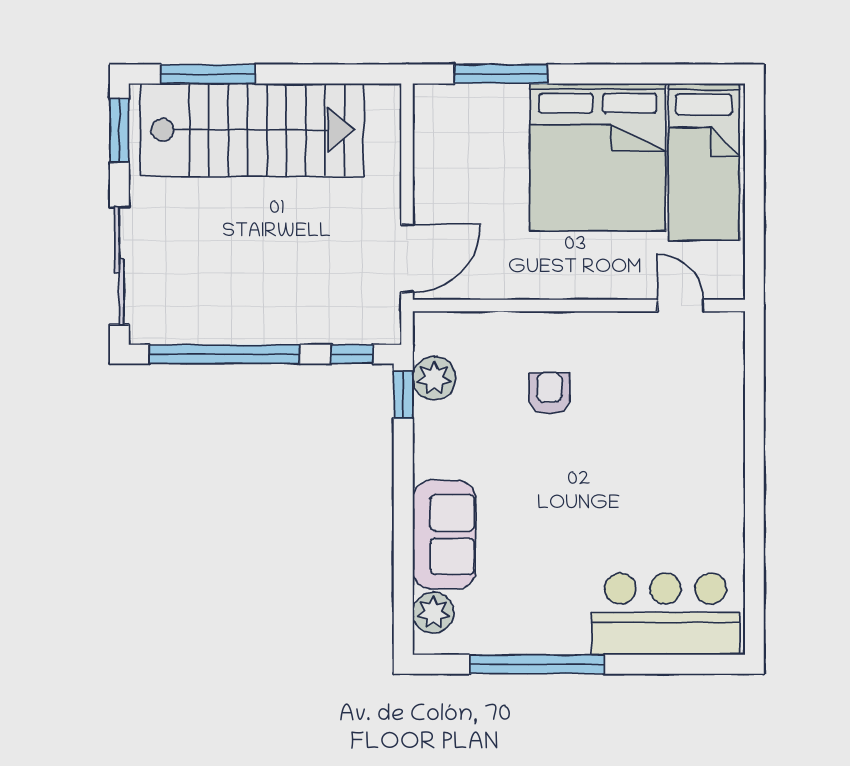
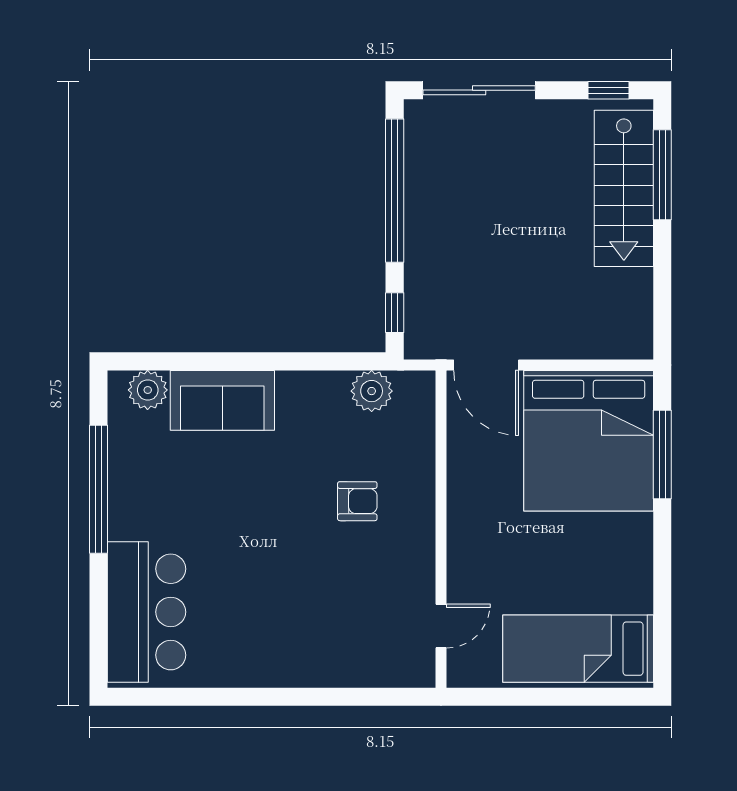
window: (119, 130) -> (609, 90), width x0.67
stairs: (252, 130) -> (624, 188), width x0.73, depth x0.66
bed: (598, 157) -> (589, 441), moved, turned -90
window: (403, 395) -> (356, 361), removed

